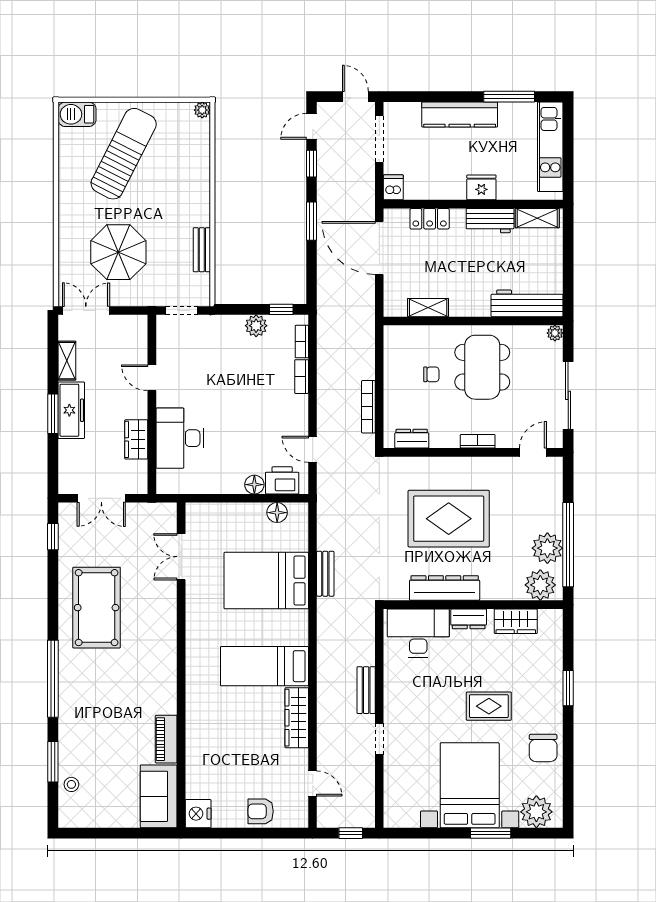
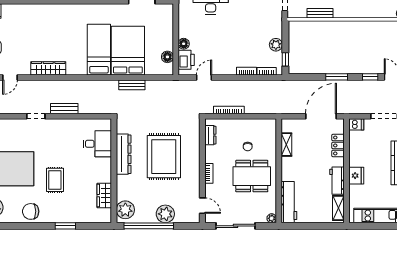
plant: (547, 548) -> (165, 214), moved
dresser: (469, 619) -> (106, 168), removed
desk: (418, 633) -> (97, 144), width x0.73
bed: (264, 666) -> (99, 50), moved

